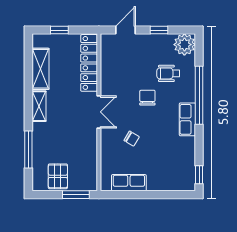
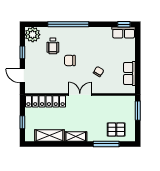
row of seats: (187, 119) -> (124, 32), moved
pallet: (58, 176) -> (116, 130), moved

